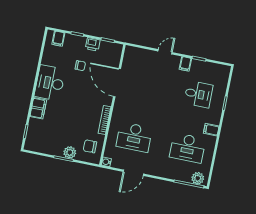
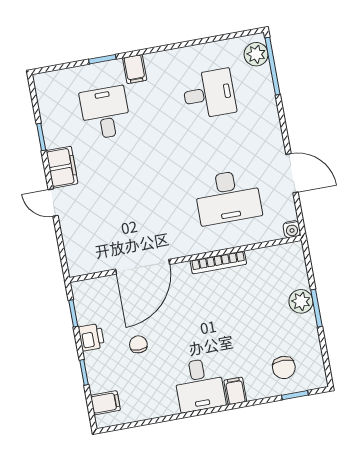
filing cabinet: (185, 64) -> (62, 167), width x2.00
desk: (50, 83) -> (199, 385), width x0.73
filing cabinet: (38, 108) -> (235, 391), width x0.50
filing cabinet: (211, 130) -> (135, 69), moved
desk: (134, 137) -> (228, 197), turned 90
chair: (90, 146) -> (284, 367), moved
desk: (188, 148) -> (209, 94), width x0.73

